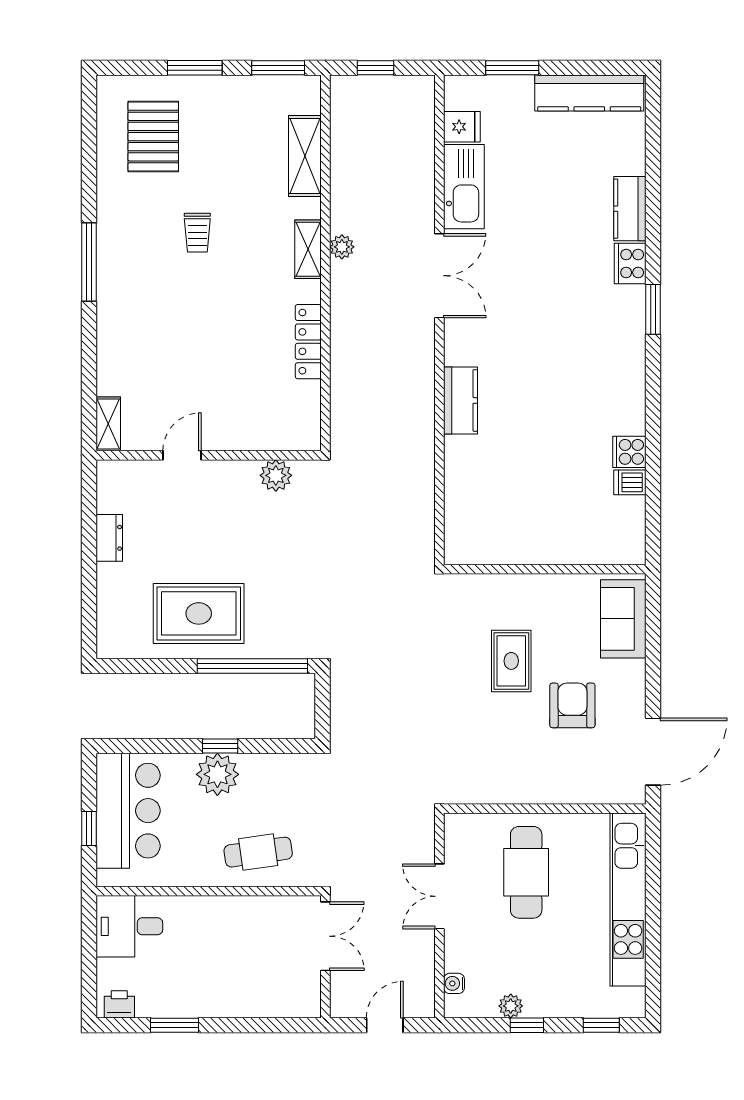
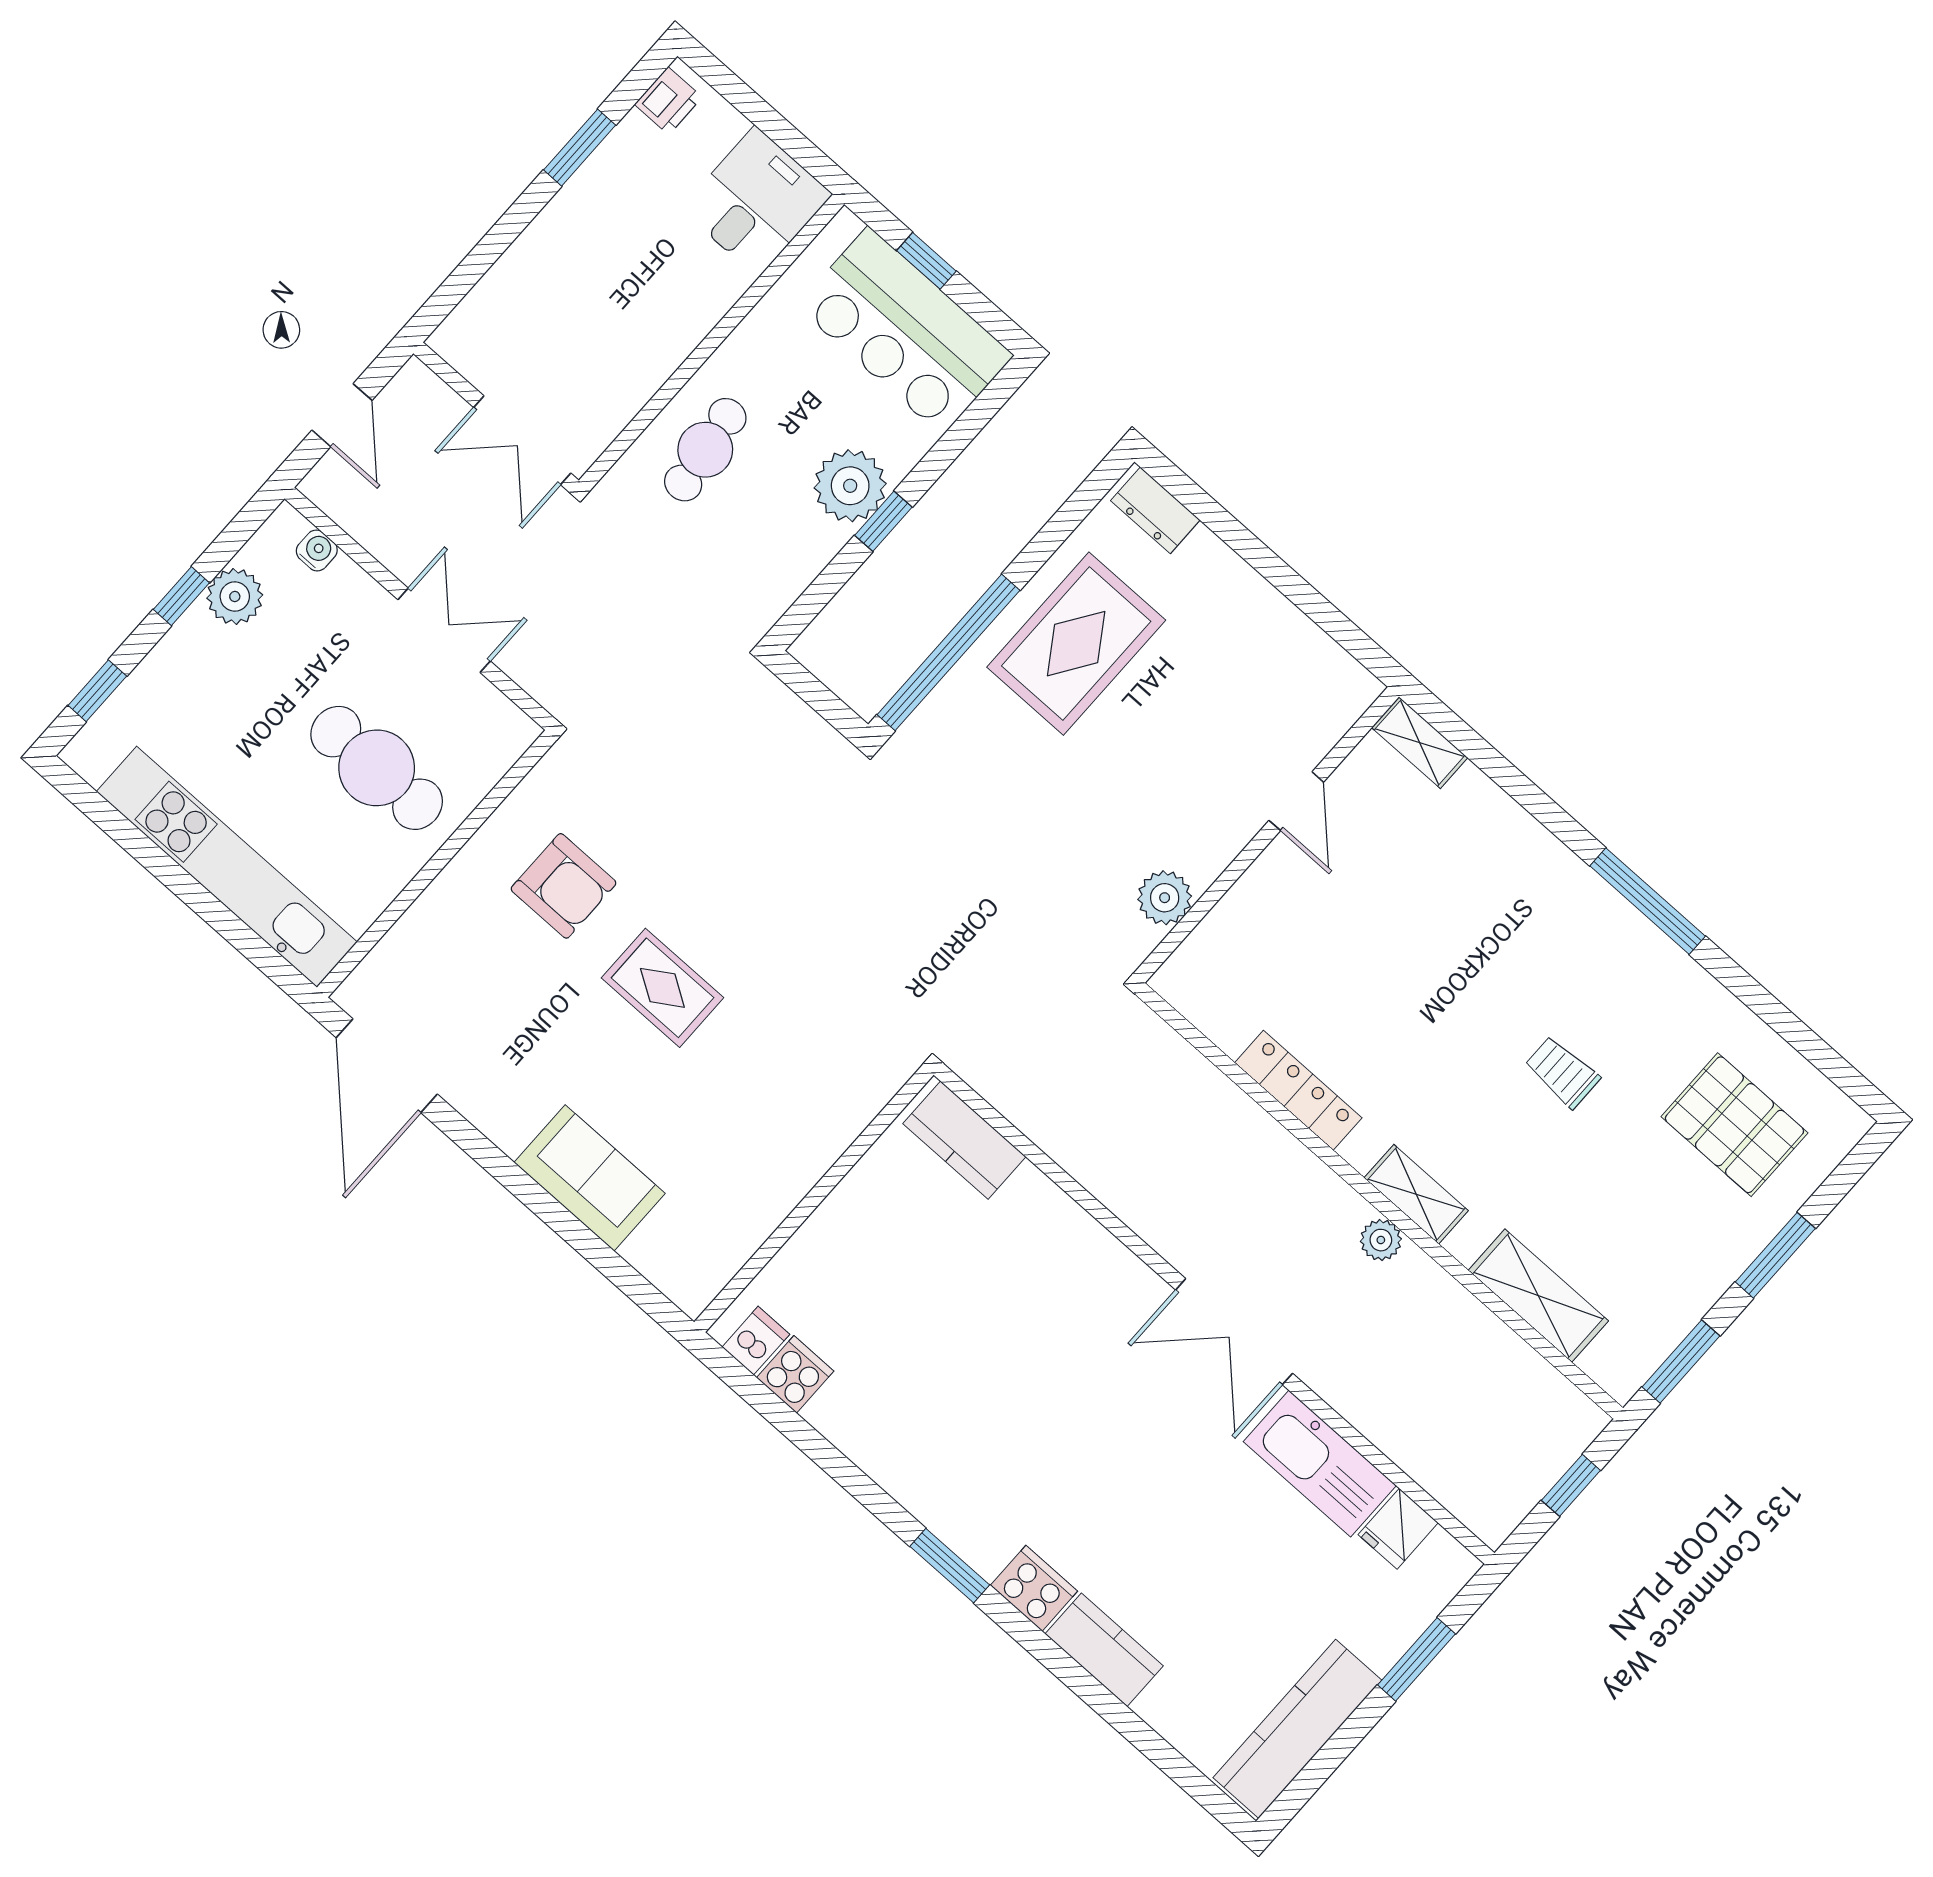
kitchen counter: (460, 400) -> (964, 1140), moved
dresser: (109, 538) -> (1155, 510), moved
wall: (545, 569) -> (814, 1199), moved
armchair: (572, 705) -> (564, 886), moved
plant: (511, 1006) -> (235, 596), width x1.38, depth x1.38

